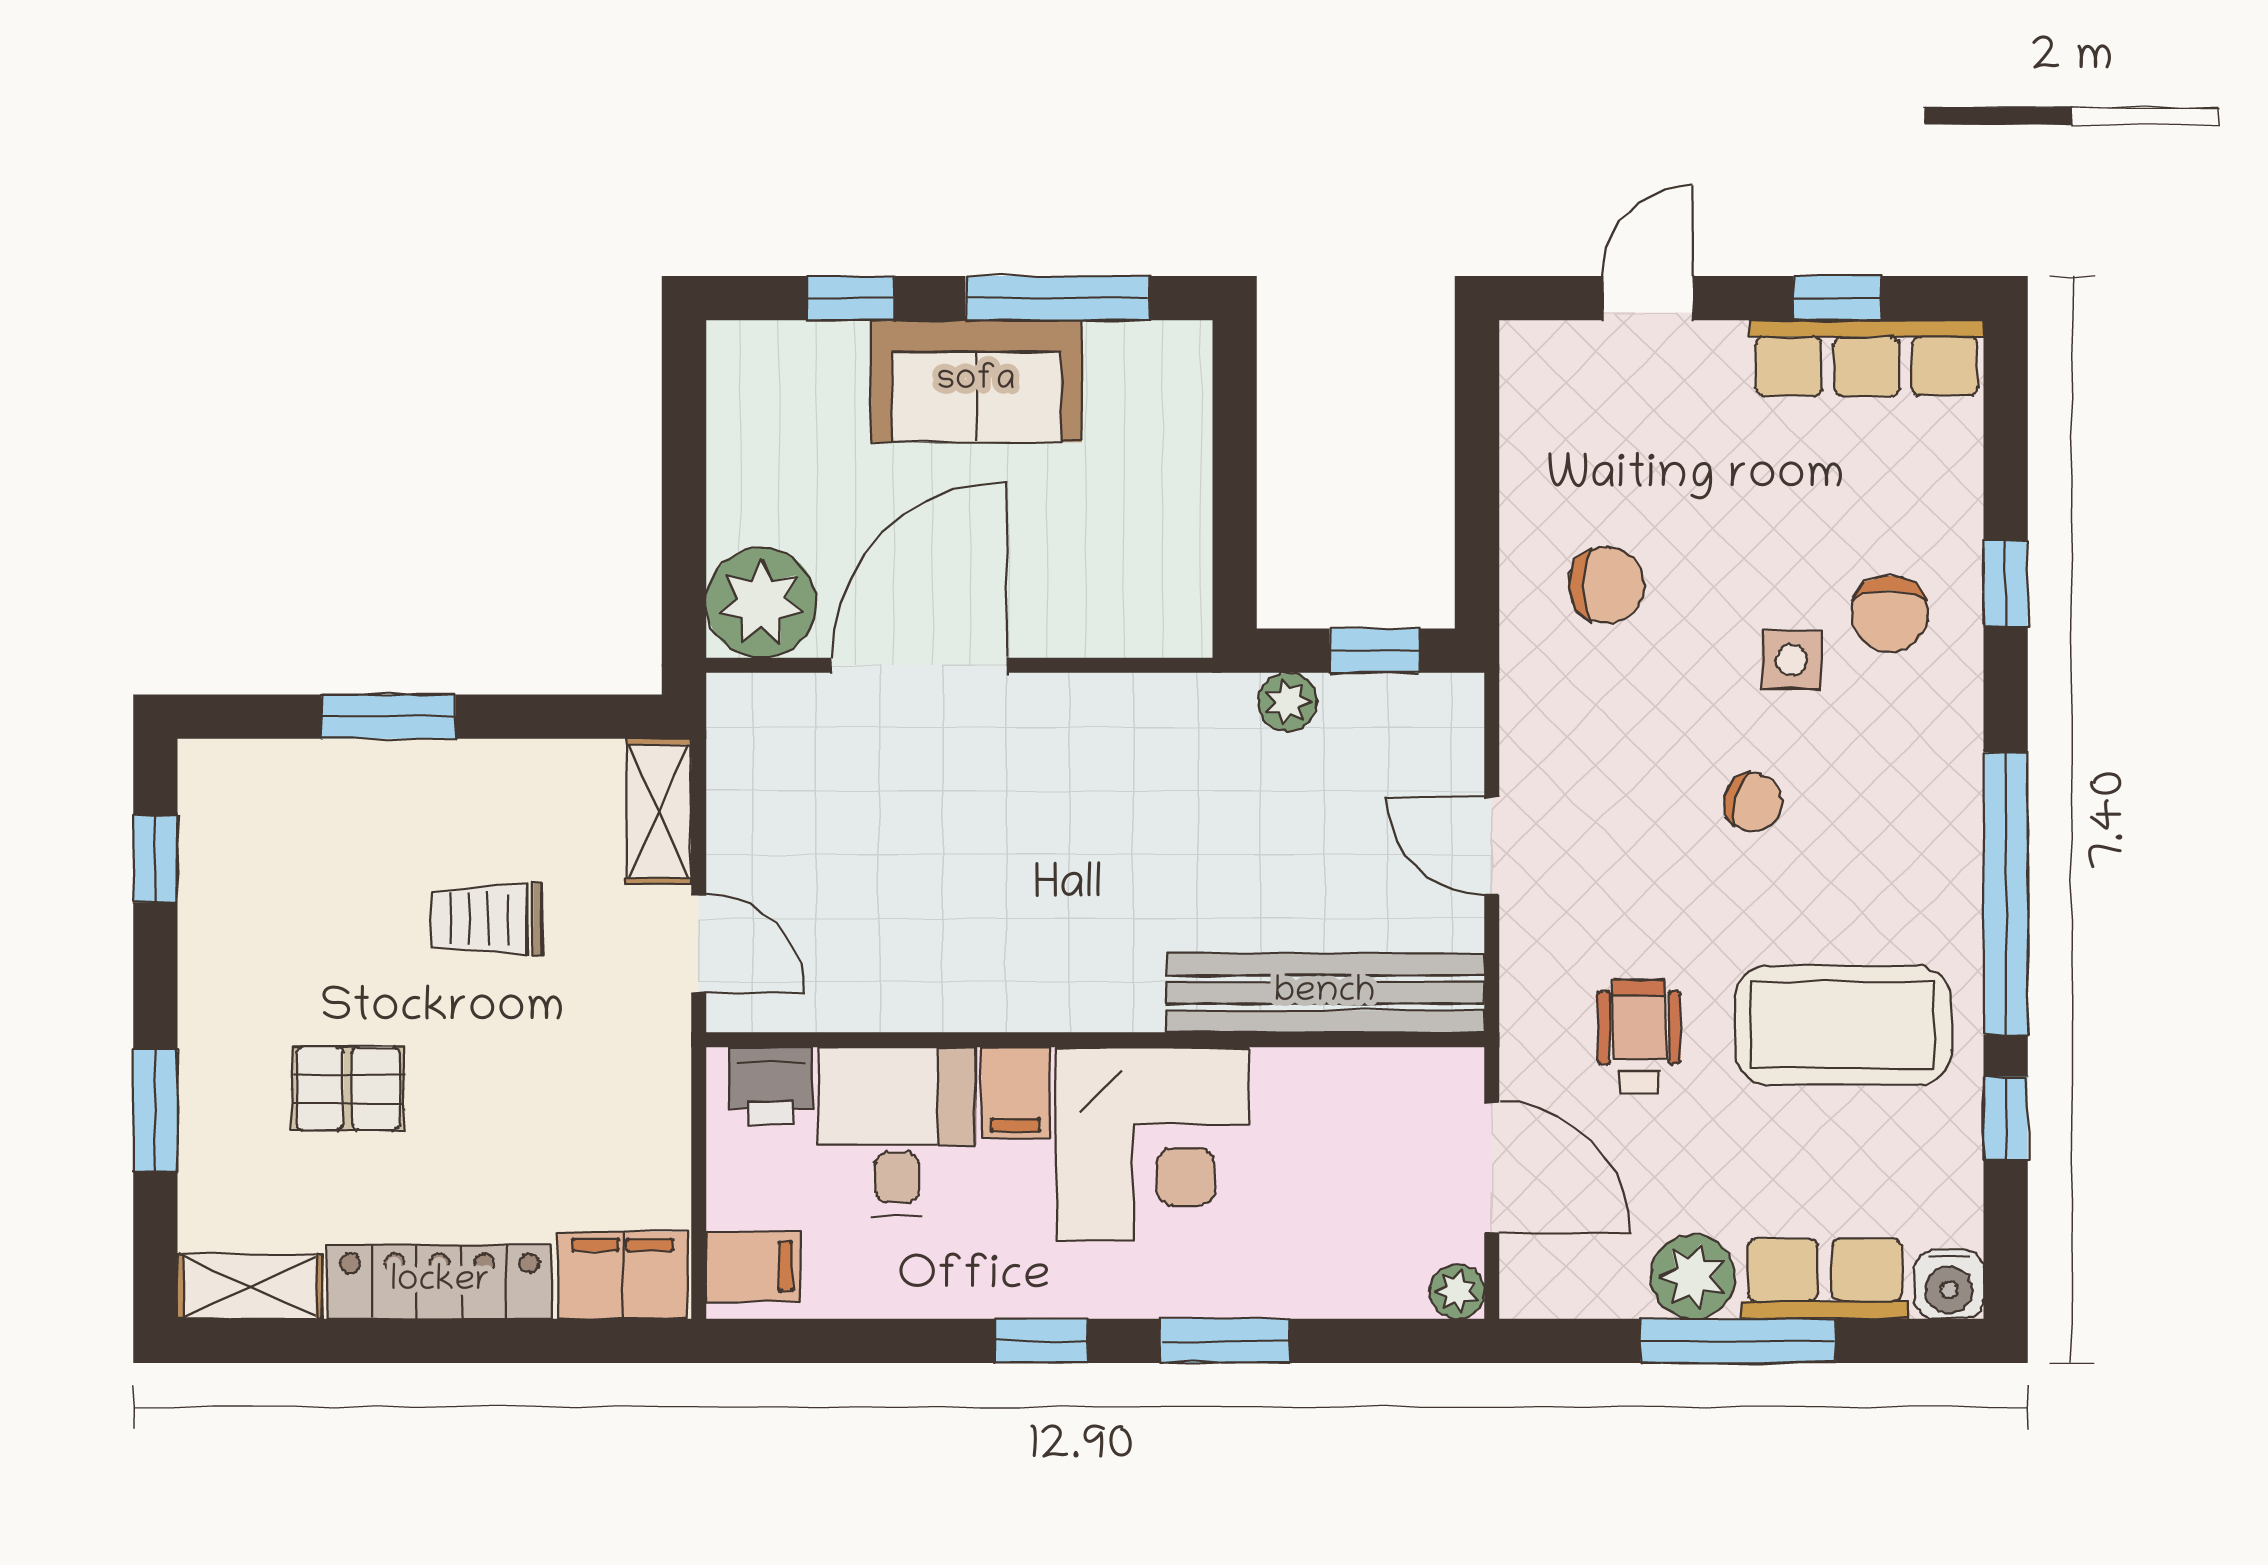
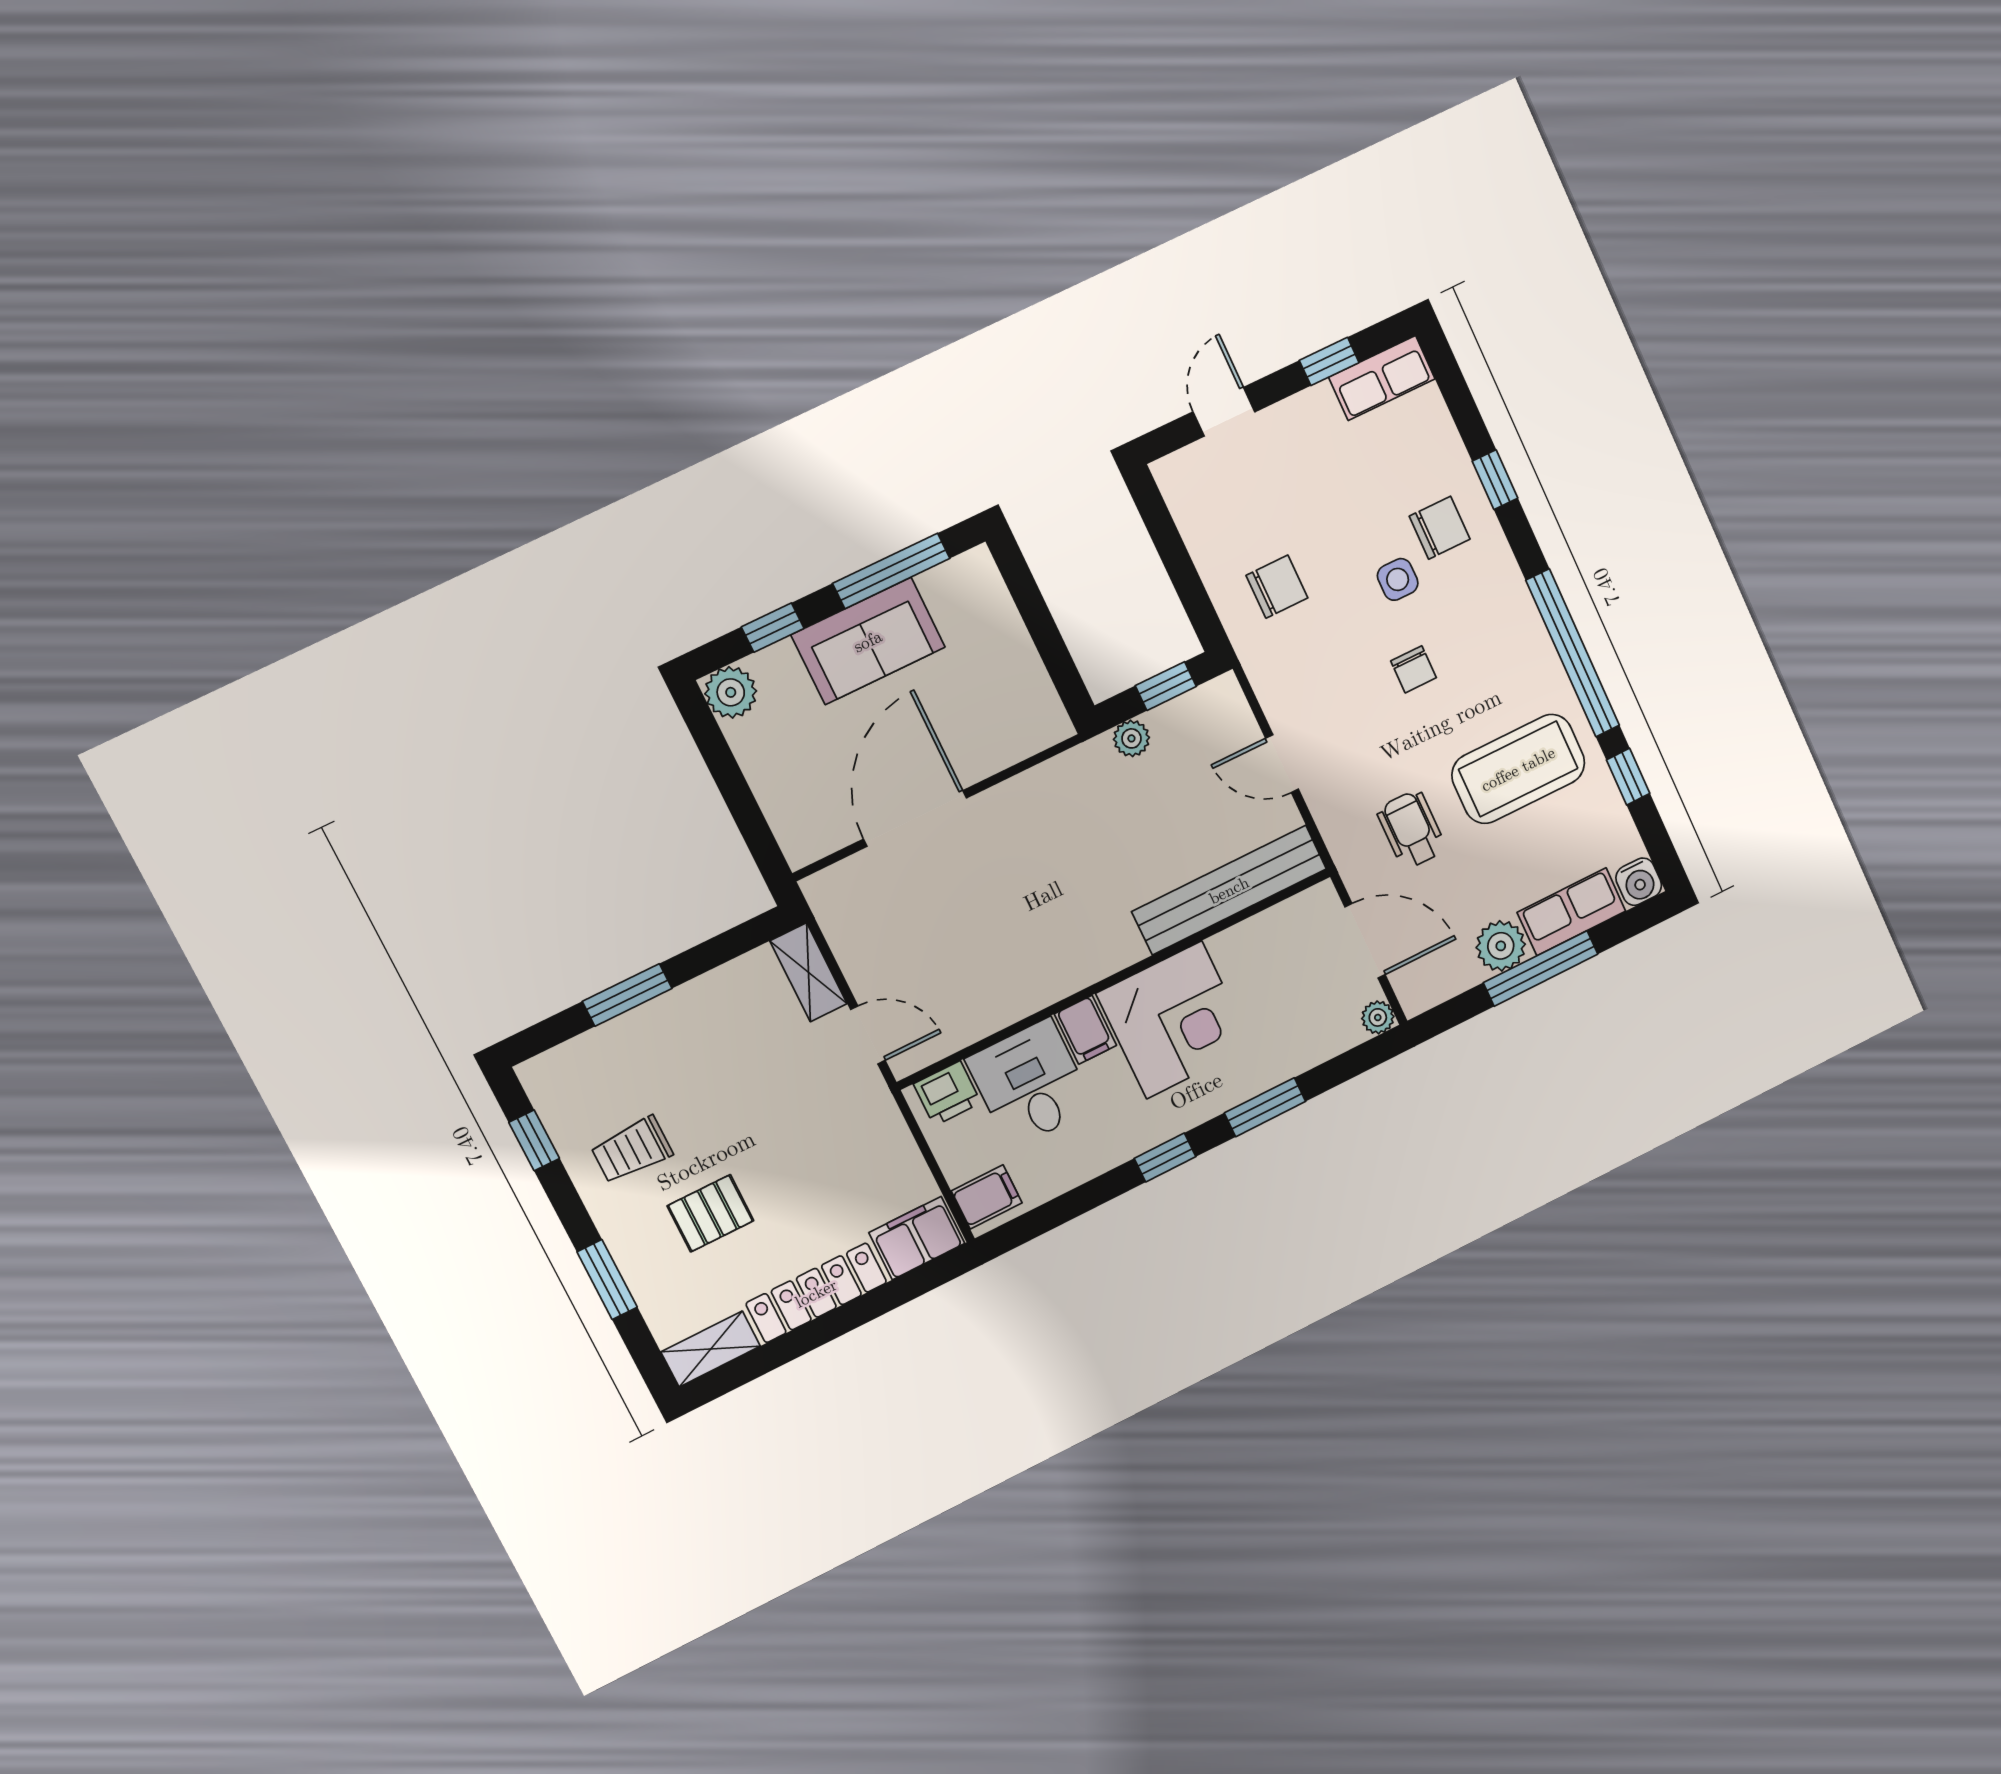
row of seats: (1867, 358) -> (1382, 378), width x0.68
plant: (761, 603) -> (731, 692), moved, width x0.73, depth x0.73
chair: (1890, 614) -> (1440, 528), turned -91
chair: (1753, 802) -> (1414, 669), turned 76
trolley: (487, 919) -> (632, 1150), moved

